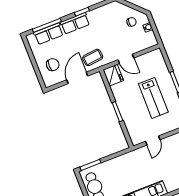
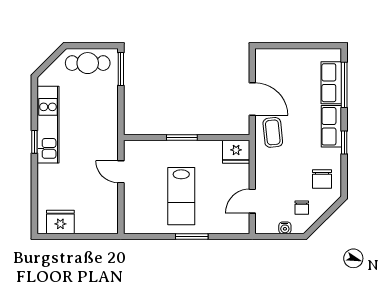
door: (126, 59) -> (252, 201), moved
chair: (53, 65) -> (322, 179), moved
lab bench: (153, 98) -> (181, 196), turned -90

